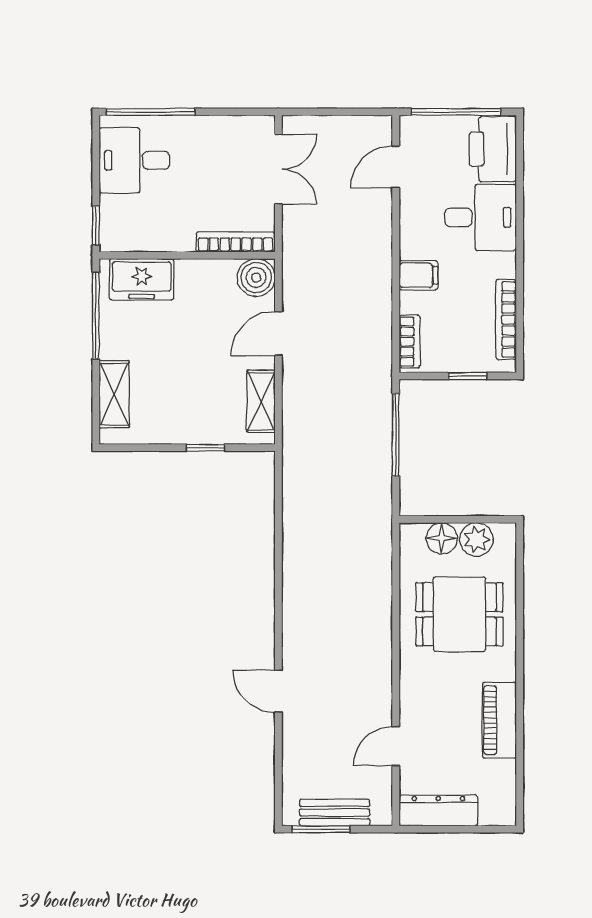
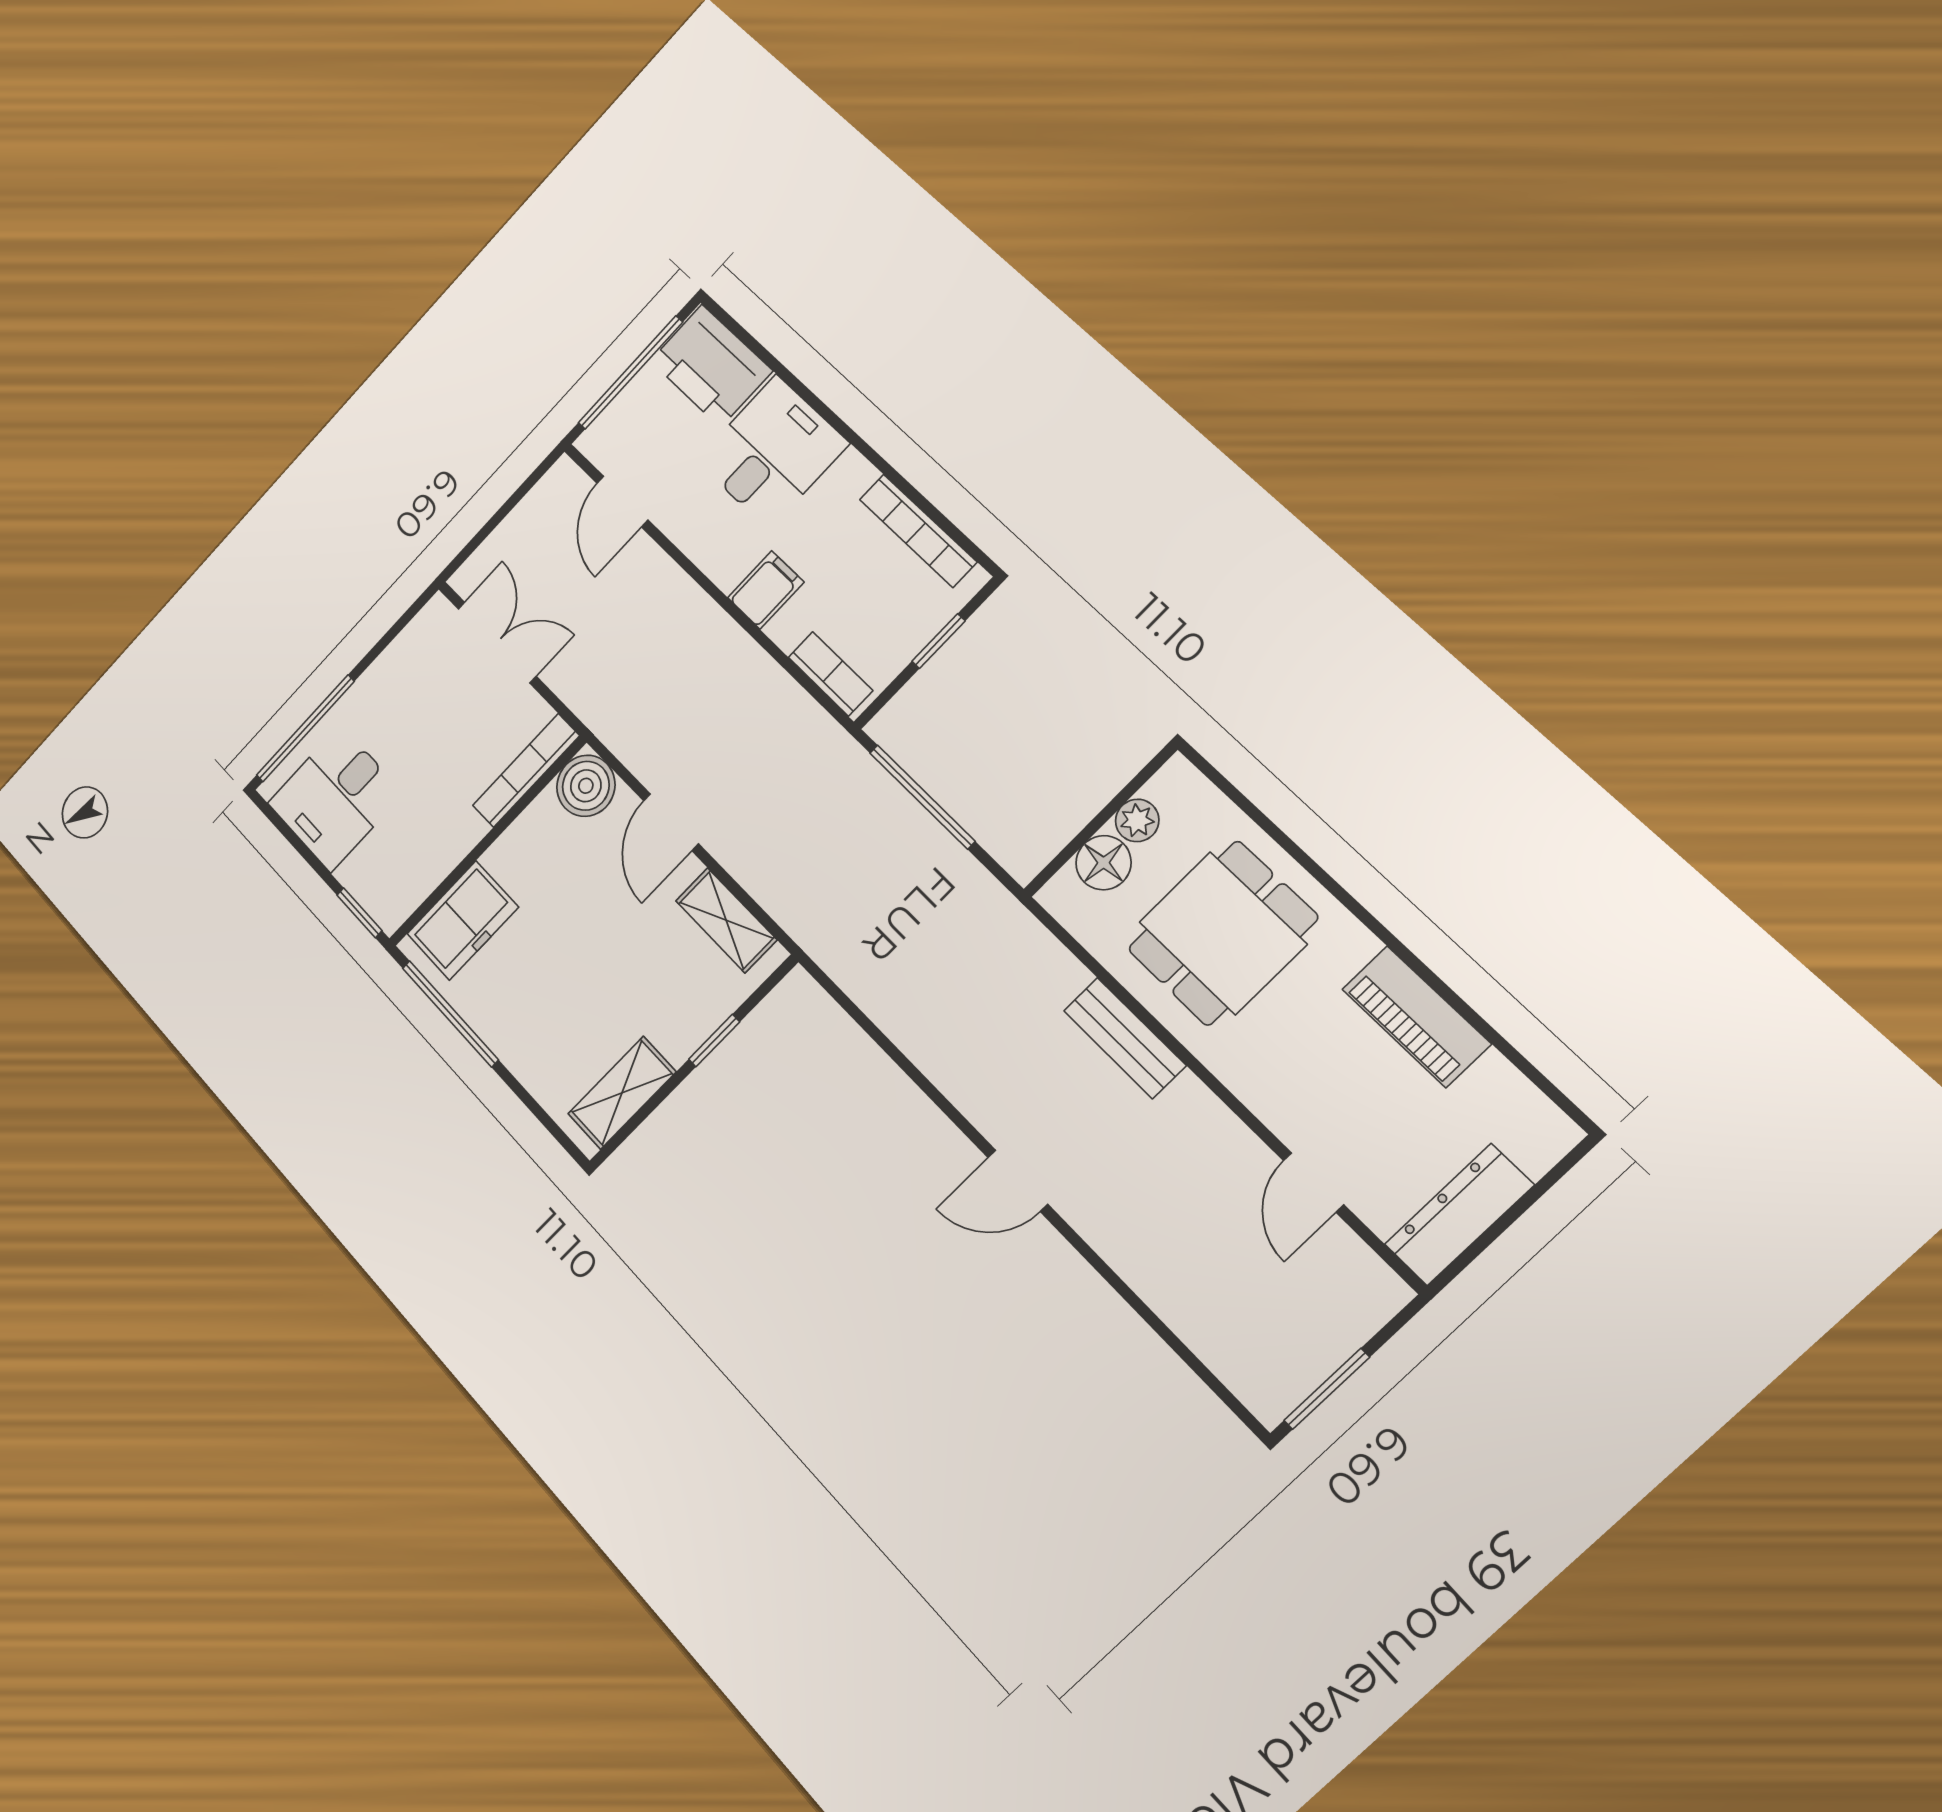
shelving: (114, 394) -> (622, 1093), moved, turned 90
plant: (477, 539) -> (1137, 820), width x0.73, depth x0.73
door: (278, 691) -> (1018, 1181), moved
bench: (335, 813) -> (1125, 1038), moved, turned 90

